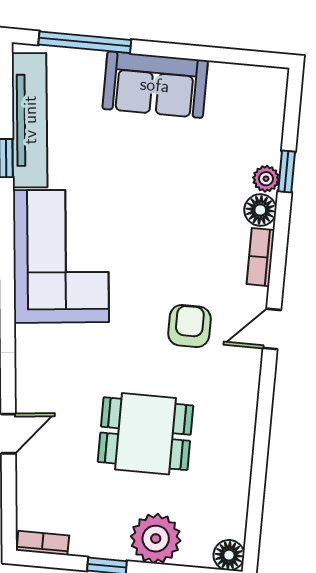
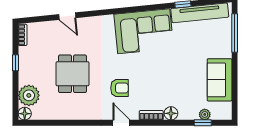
sofa: (155, 85) -> (220, 80), moved
window: (287, 171) -> (203, 123), moved
plant: (266, 179) -> (205, 114), moved
plant: (156, 539) -> (29, 95), moved

